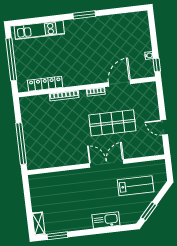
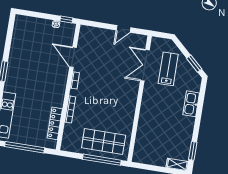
shop shelf: (112, 123) -> (104, 141), moved, turned 90
double door: (107, 163) -> (145, 65), moved

